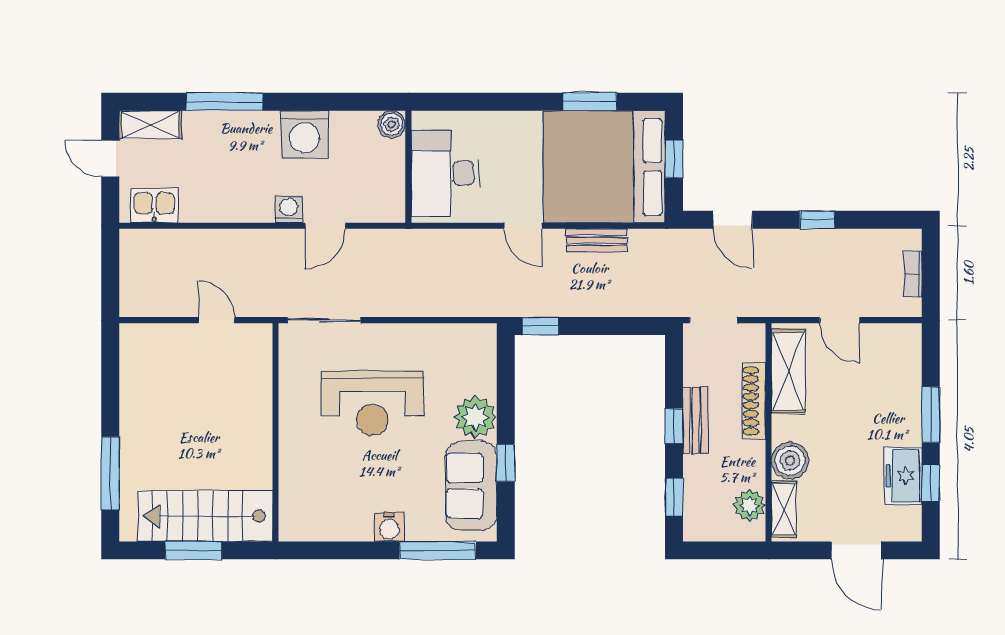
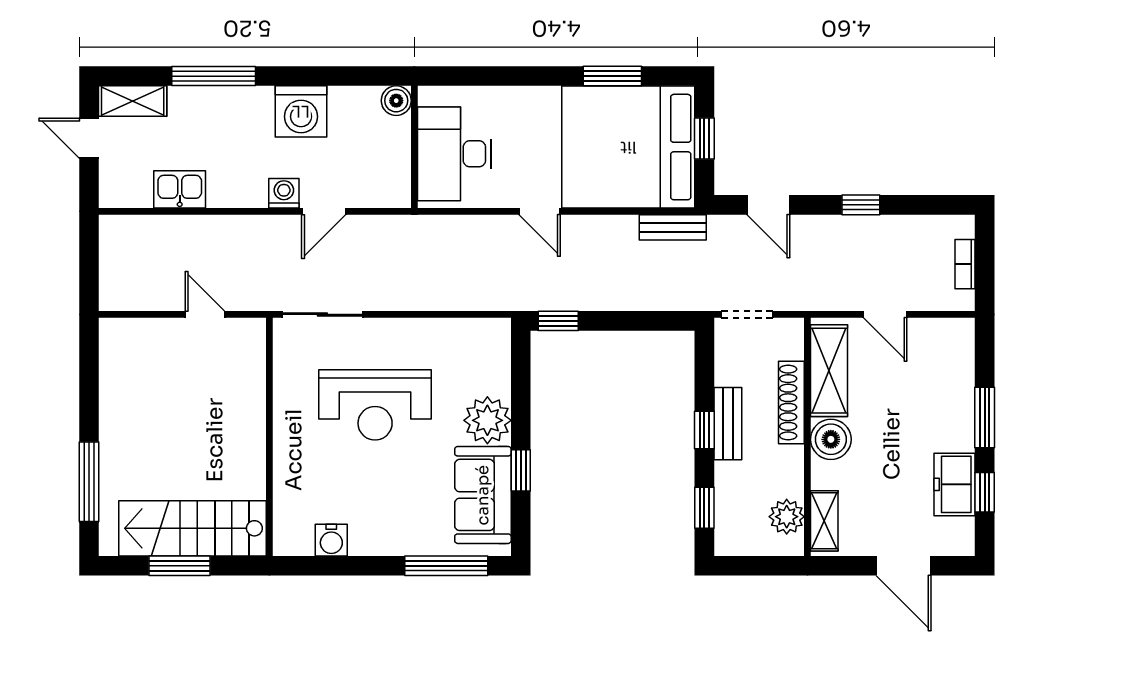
kitchen sink: (154, 206) -> (180, 189), moved
bench: (597, 240) -> (673, 227), moved
boiler: (790, 461) -> (831, 439), moved
water cooler: (389, 527) -> (331, 540), moved

